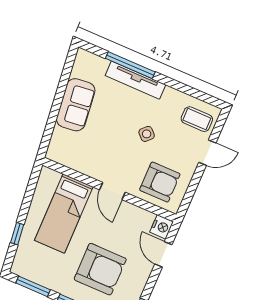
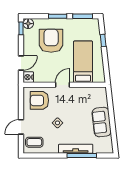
door: (112, 191) -> (62, 85), hinge flipped
door: (163, 254) -> (21, 63), hinge flipped
armchair: (100, 269) -> (51, 41), turned 90

